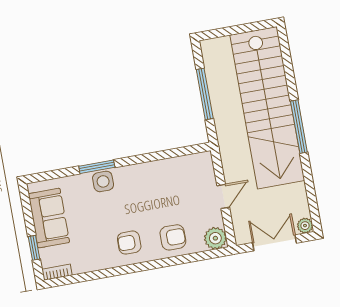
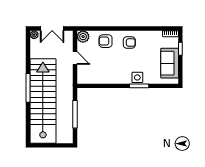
door: (223, 196) -> (75, 58), swing flipped

